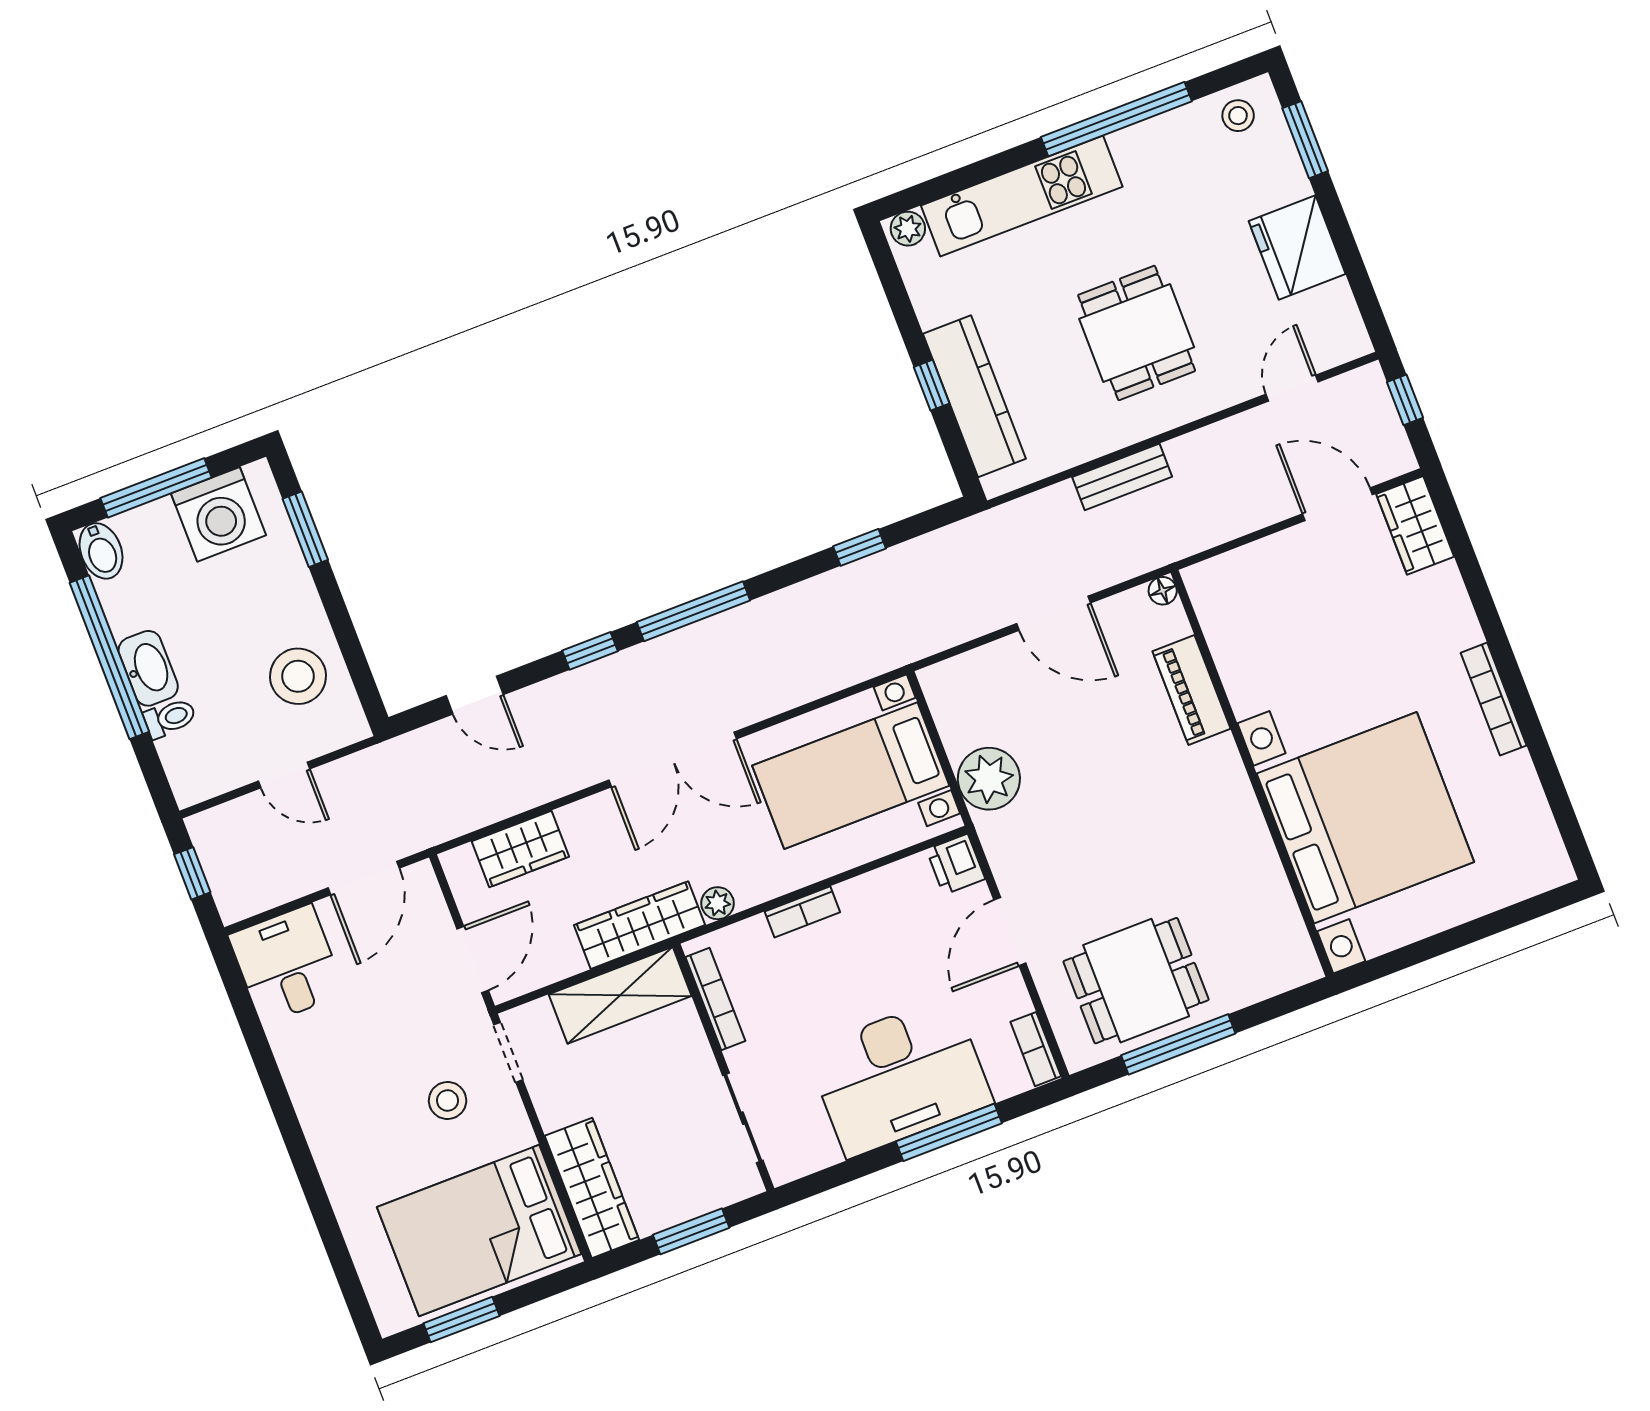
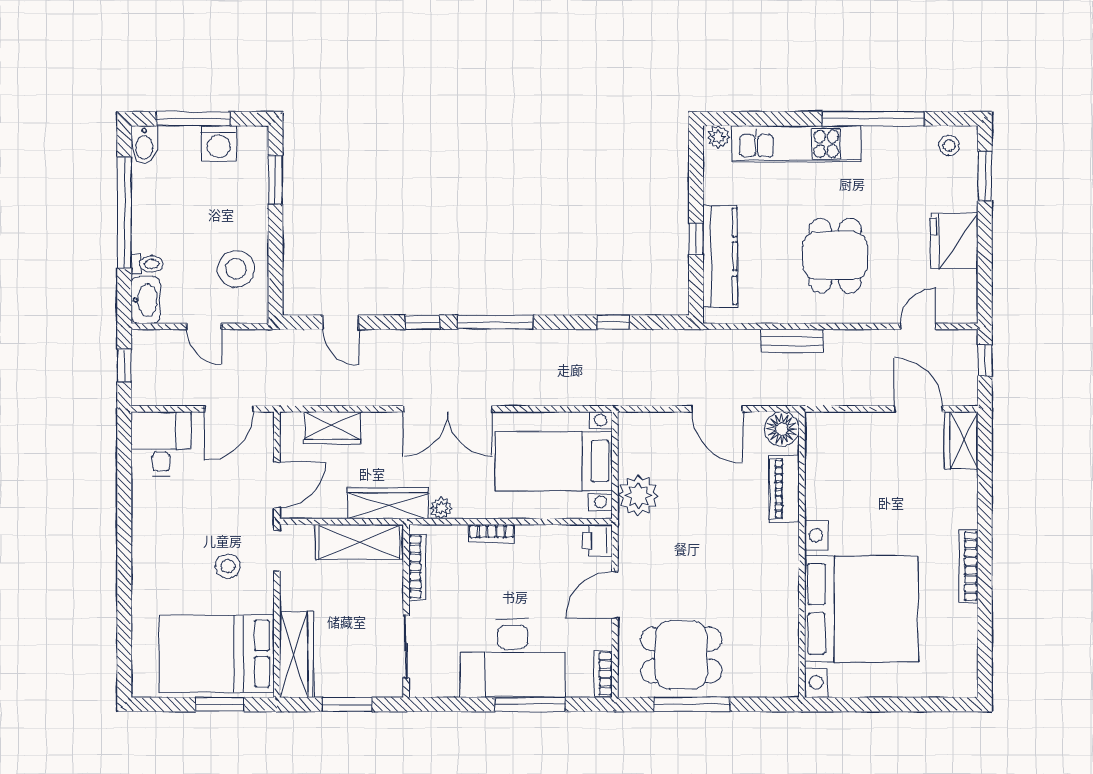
washing machine: (218, 514) -> (219, 143), width x0.73, depth x0.73
floor lamp: (1163, 591) -> (782, 429), width x1.89, depth x1.89
washbasin: (148, 668) -> (146, 300), moved
window: (461, 1320) -> (220, 704), moved

